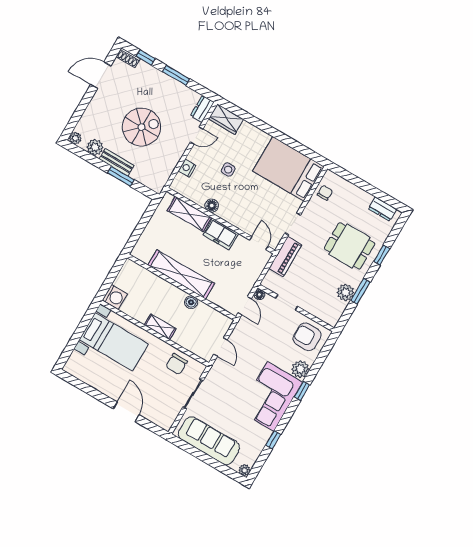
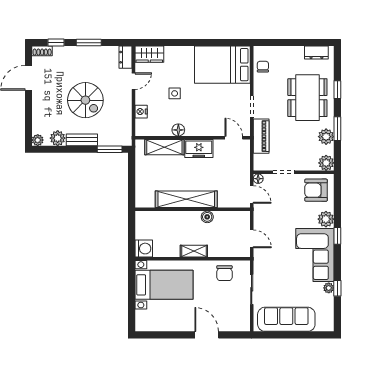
spiral stairs: (142, 127) -> (85, 100), turned 90
window: (121, 176) -> (110, 149), moved
dining table: (350, 246) -> (307, 98), width x1.38
plant: (331, 317) -> (326, 163), added
plant: (244, 470) -> (329, 288), moved

